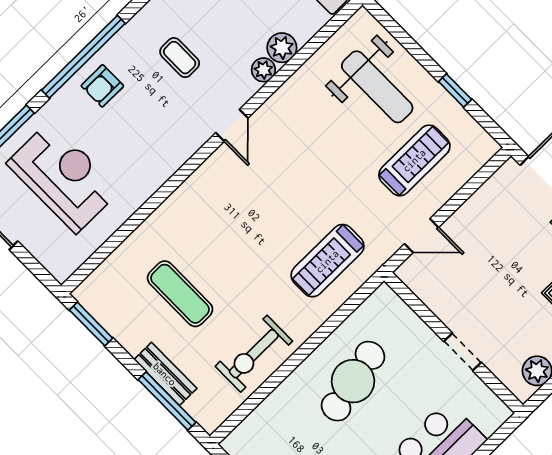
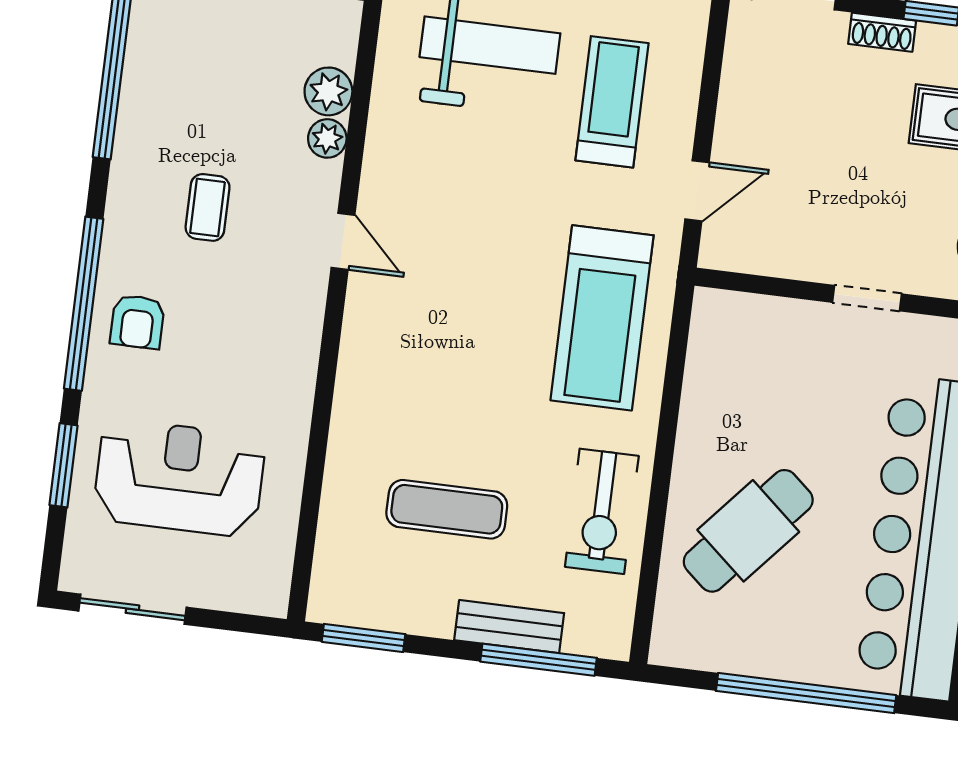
coffee table: (180, 58) -> (208, 207), turned 90
treadmill: (327, 261) -> (602, 318), width x1.37, depth x1.38
cafe table: (353, 381) -> (748, 531), moved, turned 53

